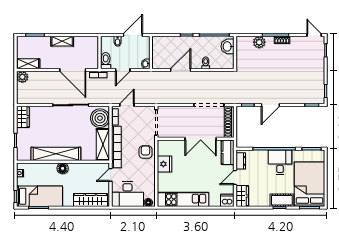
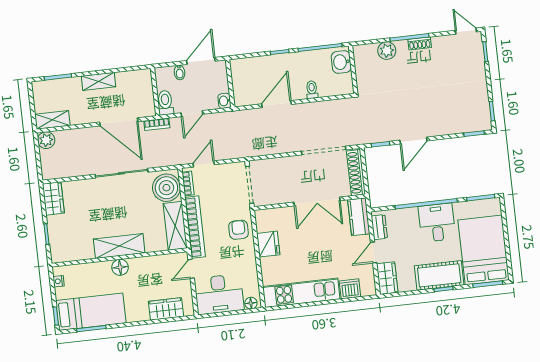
shelving: (56, 154) -> (119, 246), width x0.68
wardrobe: (90, 200) -> (166, 309), width x0.67
dishwasher: (227, 200) -> (350, 289), moved
cot: (282, 200) -> (439, 275), width x1.37, depth x1.34

